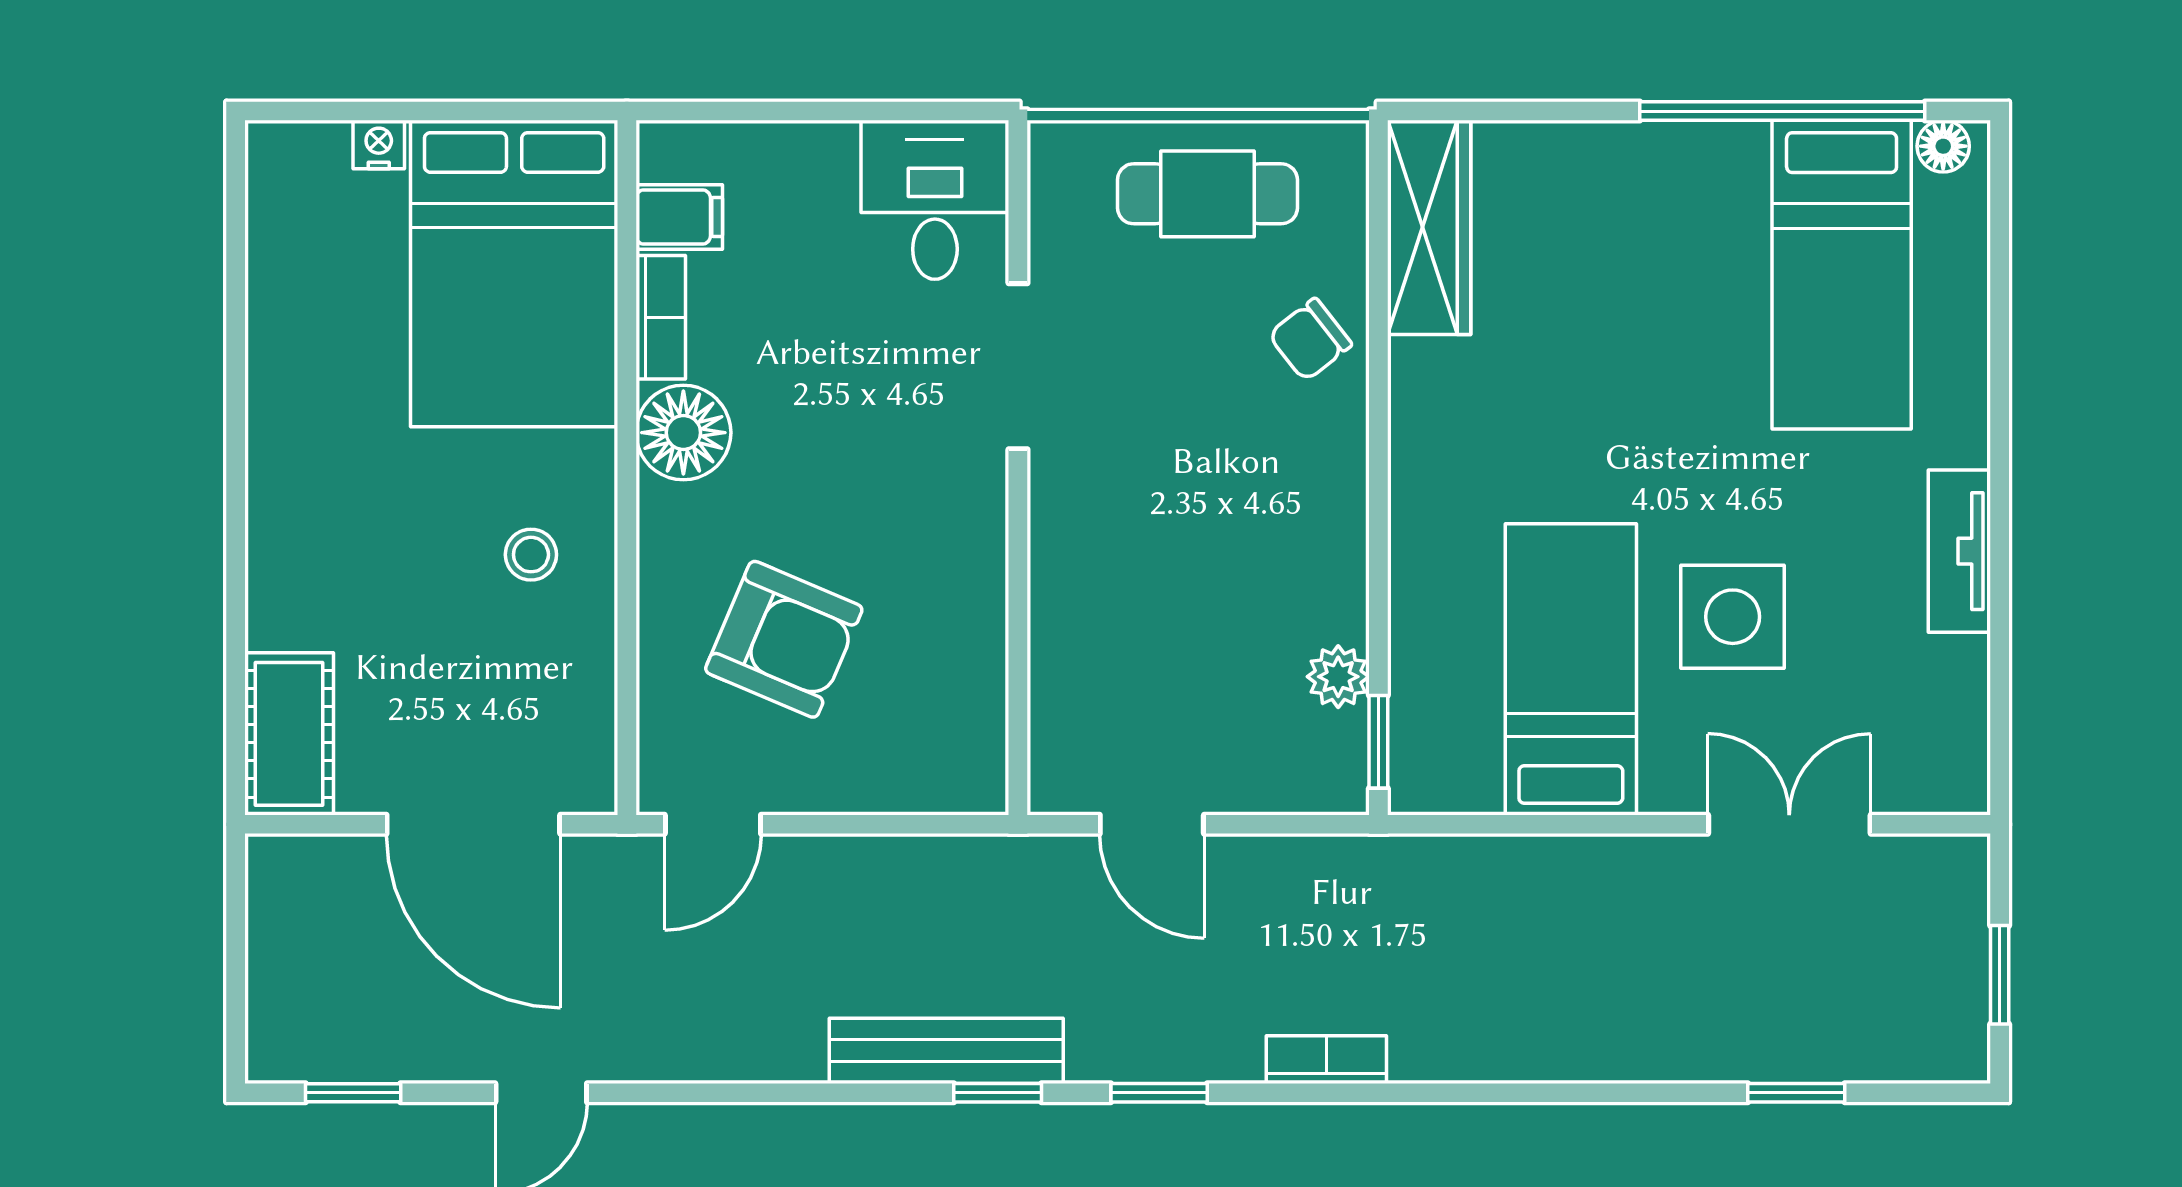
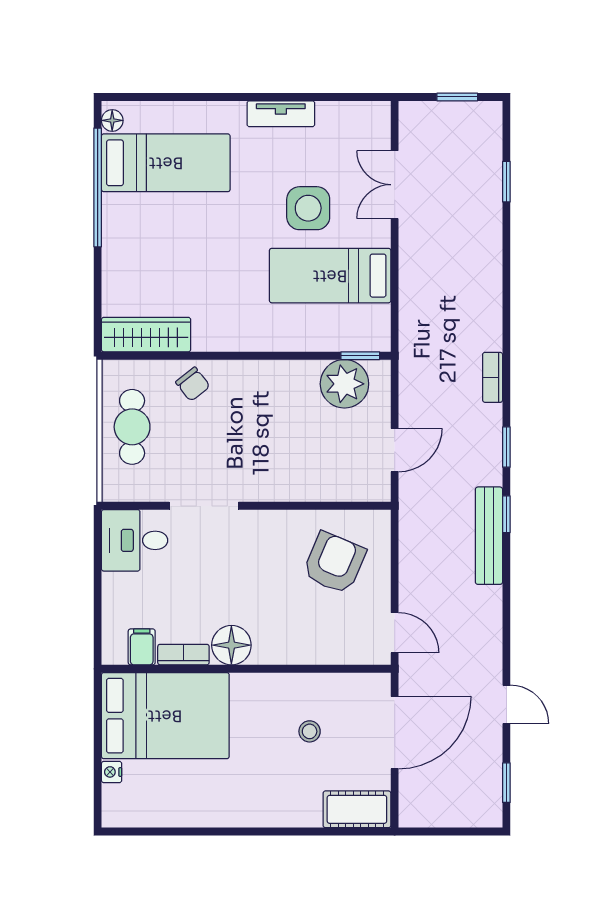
stool: (531, 555) -> (310, 731), moved
armchair: (784, 639) -> (334, 563), moved
plant: (1338, 677) -> (344, 384), width x1.87, depth x1.87

